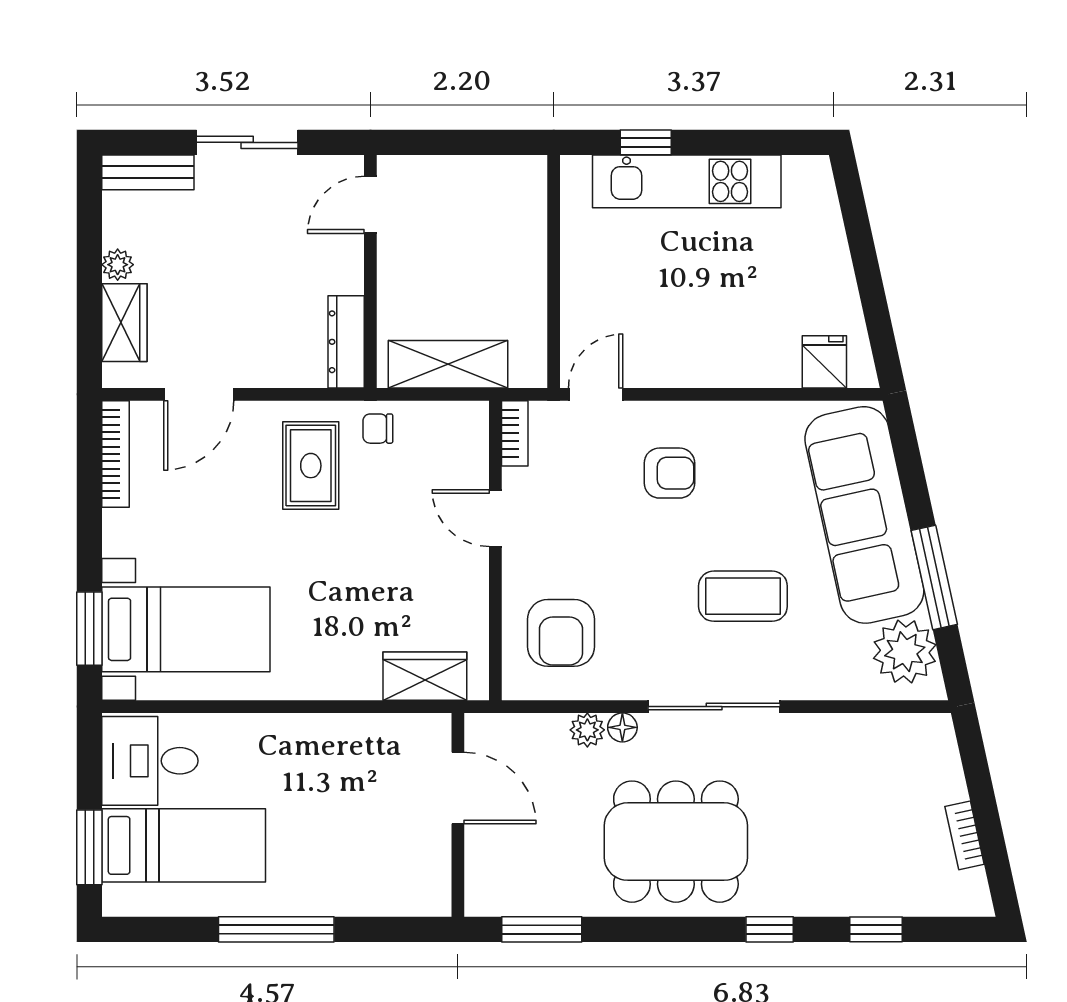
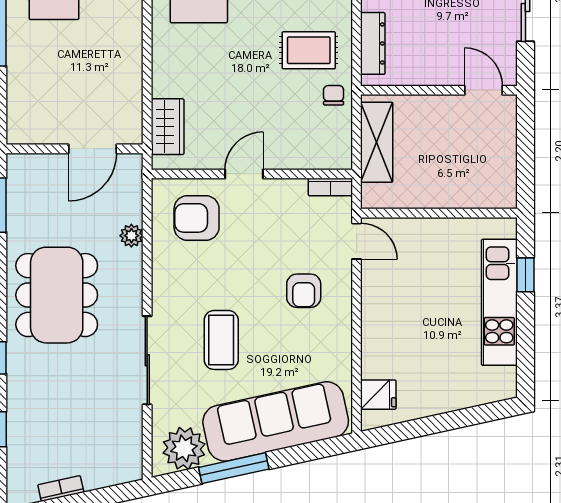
dresser: (346, 342) -> (373, 43), moved, turned 90
door: (495, 518) -> (244, 174), moved
sliding door: (714, 707) -> (147, 360), moved
floor lamp: (622, 727) -> (133, 259), removed

